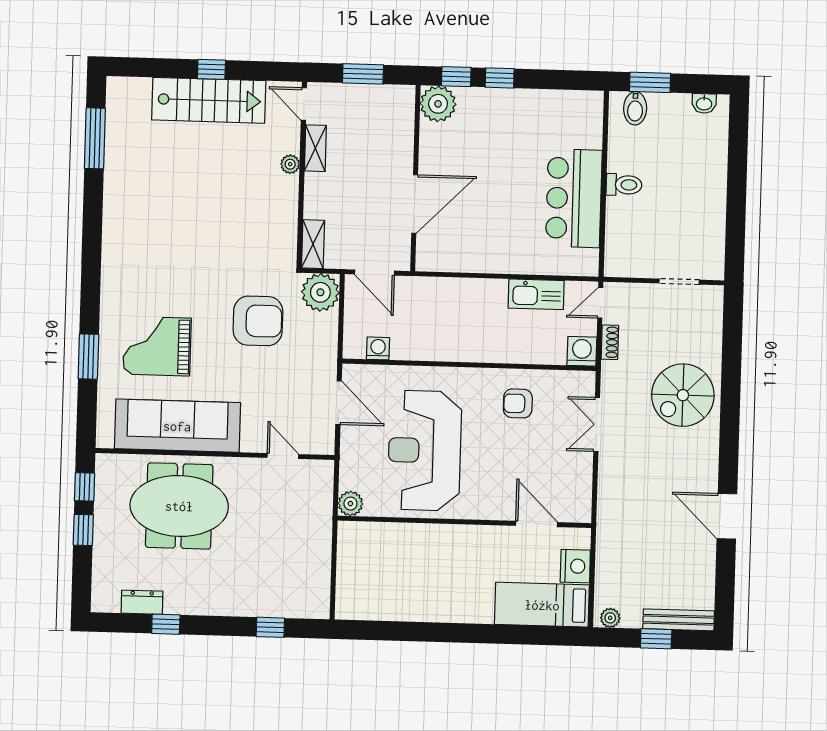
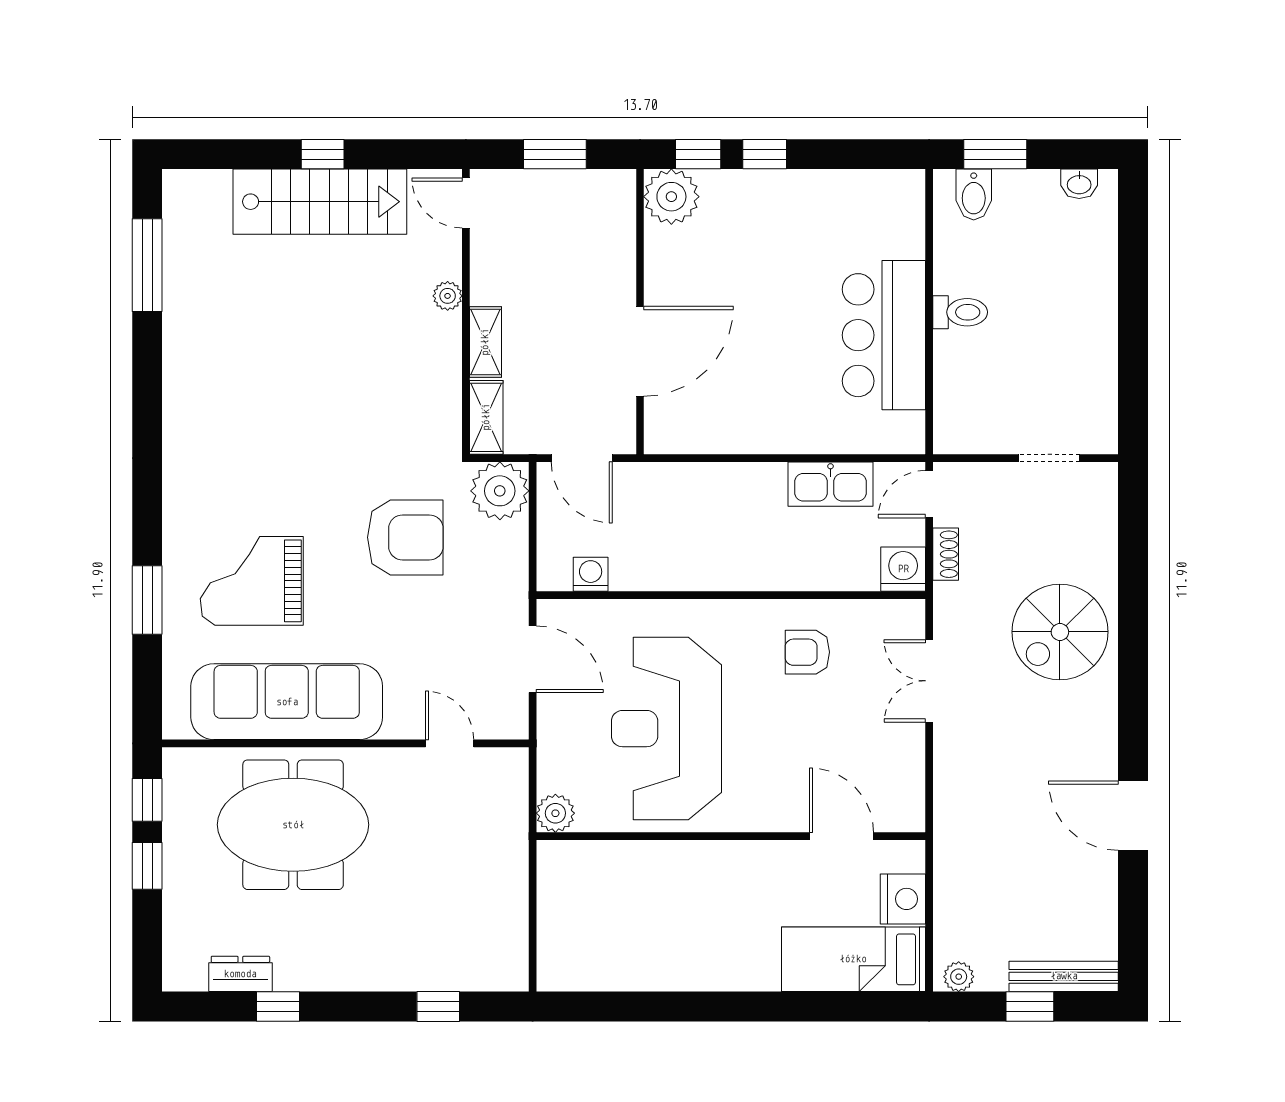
shelving: (315, 148) -> (485, 342), moved

